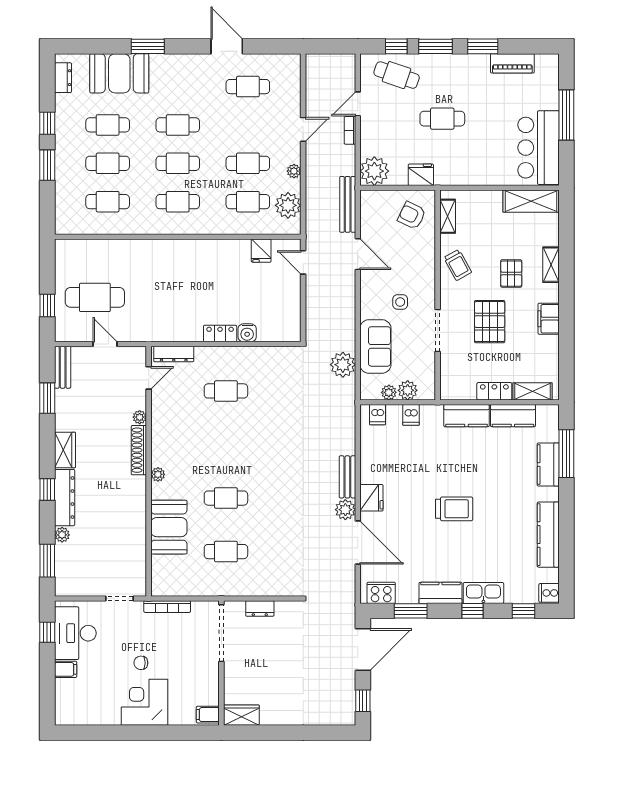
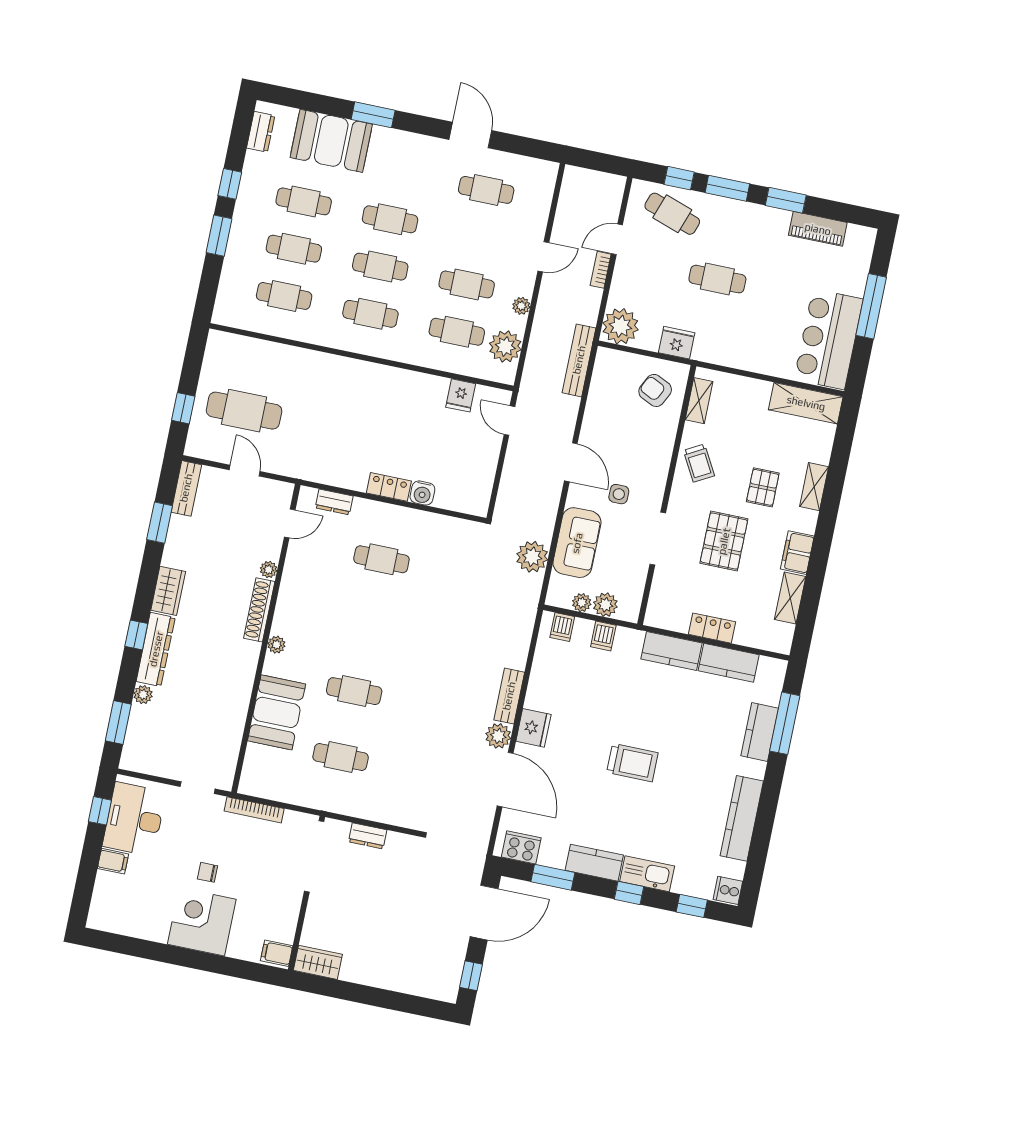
door: (358, 254) -> (571, 462), moved
dresser: (174, 354) -> (334, 502), width x0.70
shelving: (533, 391) -> (790, 598), moved, turned 90

